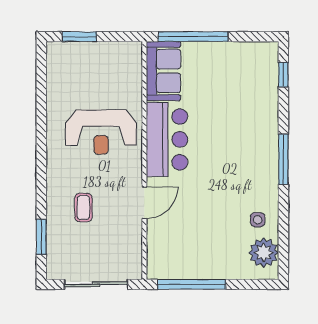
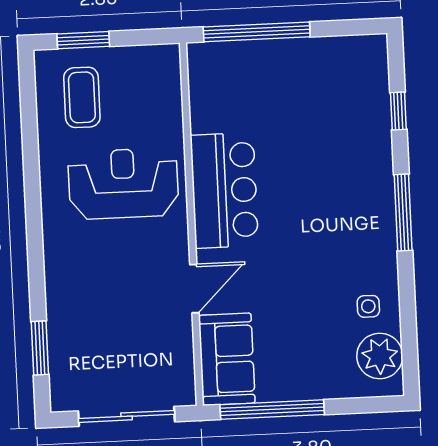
sofa: (163, 71) -> (227, 359), moved
window: (283, 75) -> (398, 111), moved
reception desk: (101, 132) -> (123, 184), turned 180
coffee table: (83, 208) -> (82, 97), moved, width x1.36, depth x1.30

